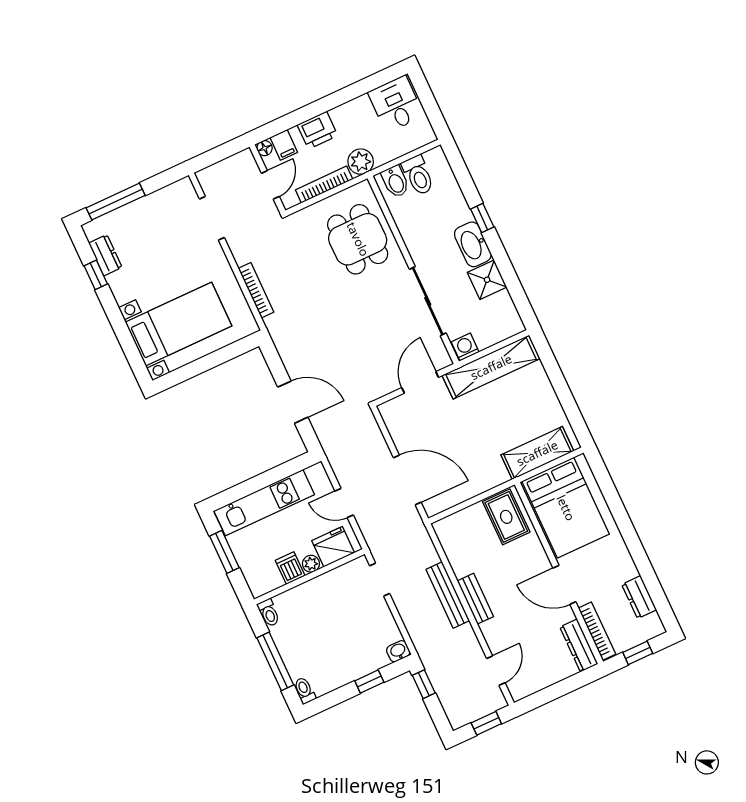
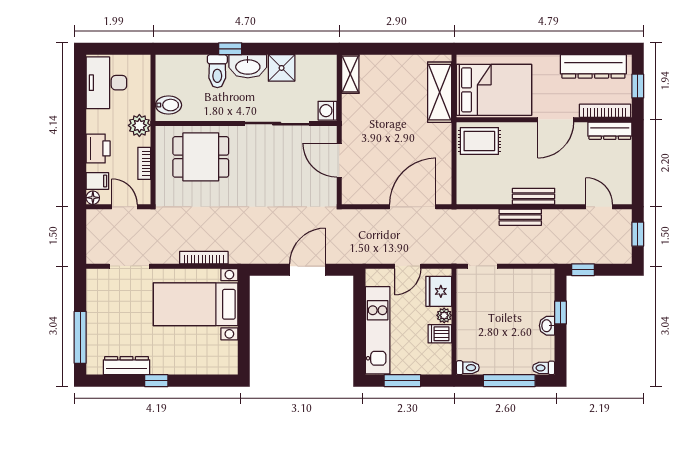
desk: (396, 104) -> (106, 83), width x1.37
toilet: (418, 175) -> (217, 71), moved, turned 90
bookcase: (324, 184) -> (144, 163), width x0.64
dresser: (105, 255) -> (127, 366), width x1.44
window: (96, 275) -> (156, 381), moved
bed with nightstands: (179, 324) -> (196, 304), moved, turned -90
shelving: (491, 367) -> (350, 74), width x0.45, depth x0.75
bench: (448, 595) -> (520, 217), width x0.73
dresser: (639, 597) -> (593, 66), width x1.96, depth x1.24
washbasin: (398, 651) -> (547, 326), moved

